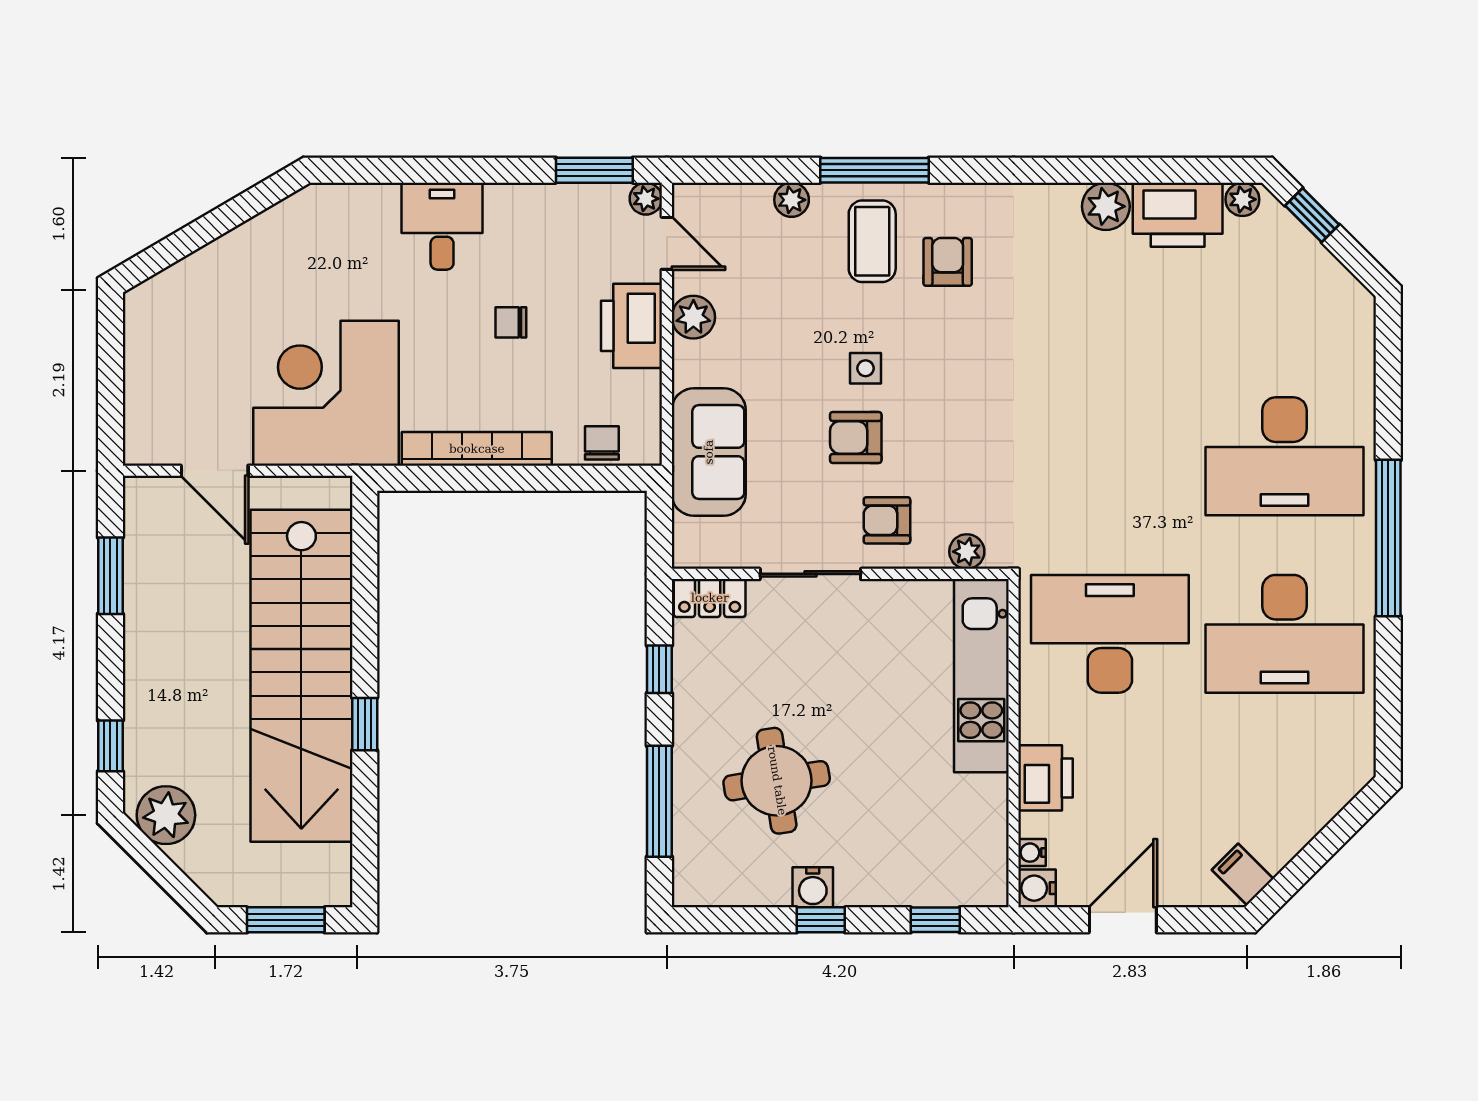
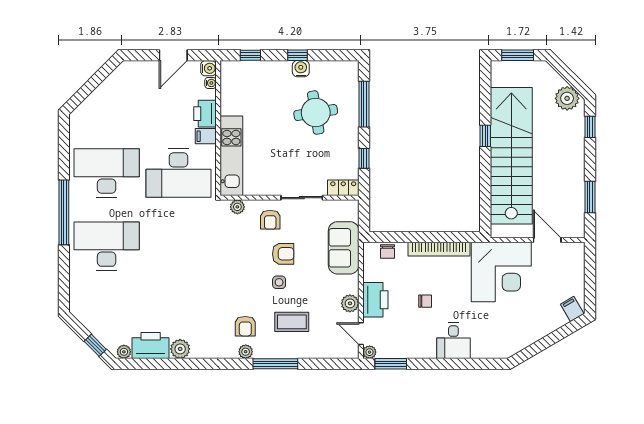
plant: (792, 200) -> (246, 352), moved
coffee table: (872, 241) -> (292, 322), moved, turned 90
filing cabinet: (153, 303) -> (572, 309), added
armchair: (887, 520) -> (270, 220), turned 90
filing cabinet: (1243, 874) -> (206, 136), moved, turned 135

